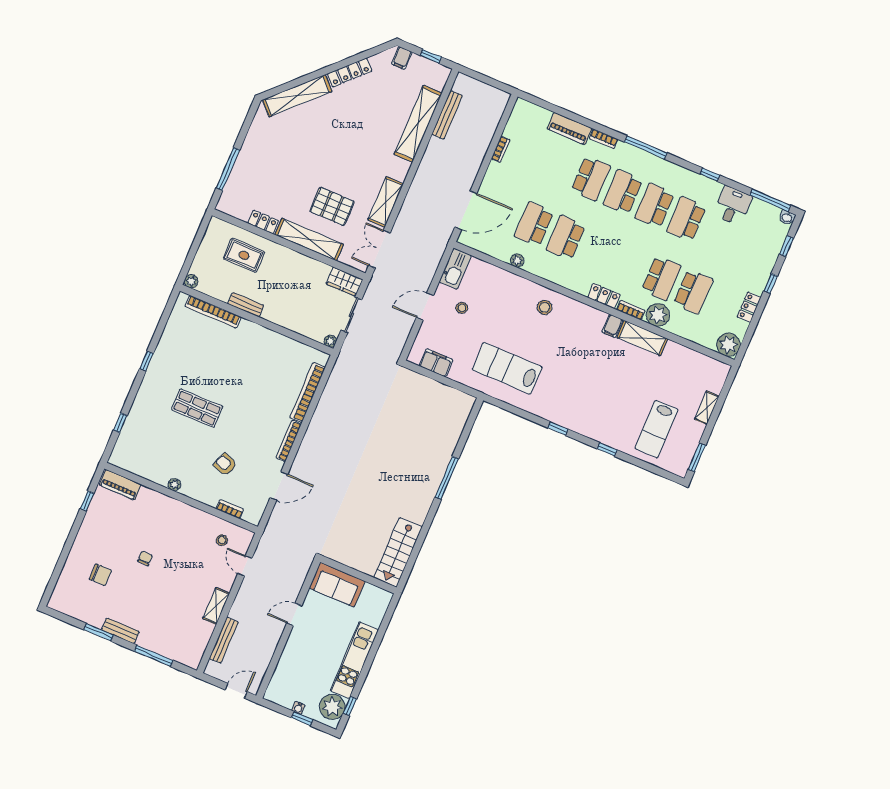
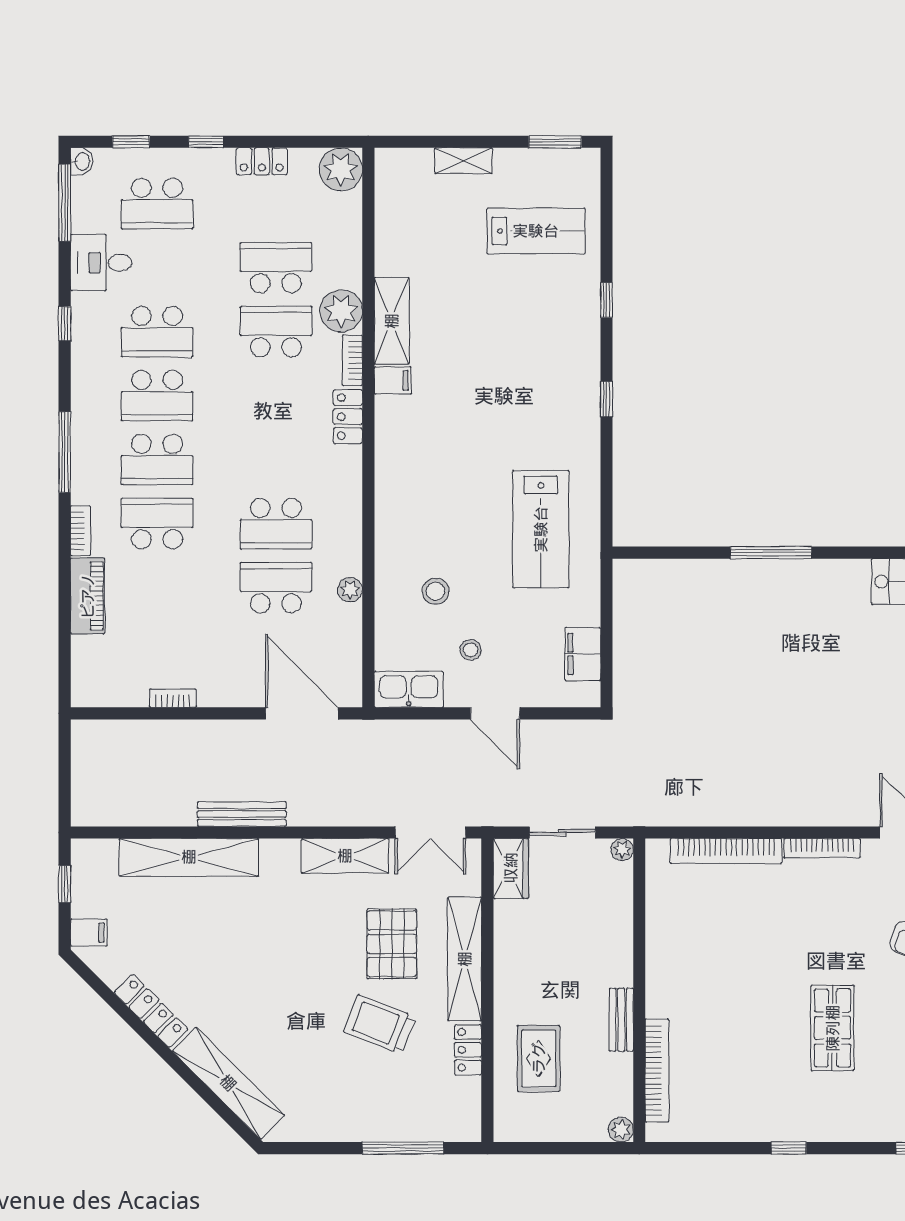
bench: (447, 115) -> (242, 814), moved
trolley: (294, 183) -> (380, 1025), added
school desk: (534, 224) -> (276, 588), turned 180
school desk: (750, 246) -> (157, 204), added
stool: (545, 307) -> (435, 591), moved

